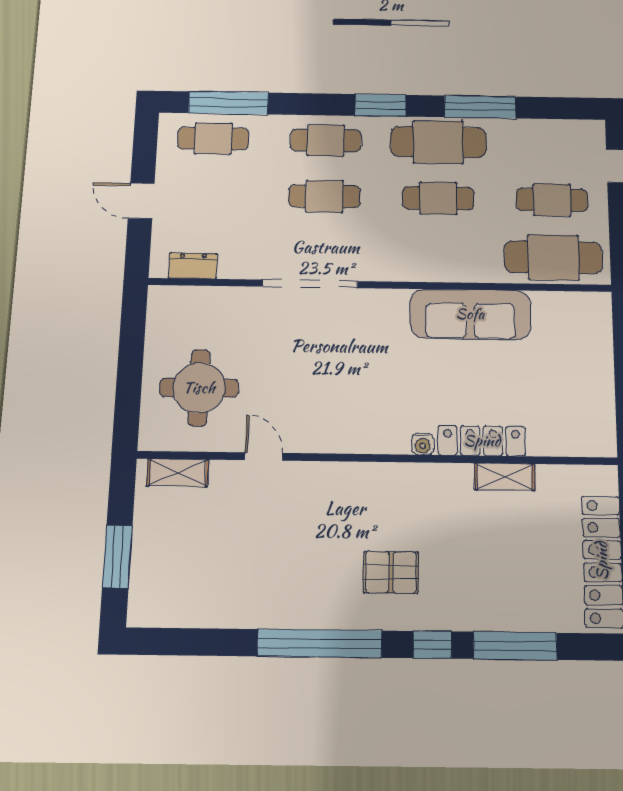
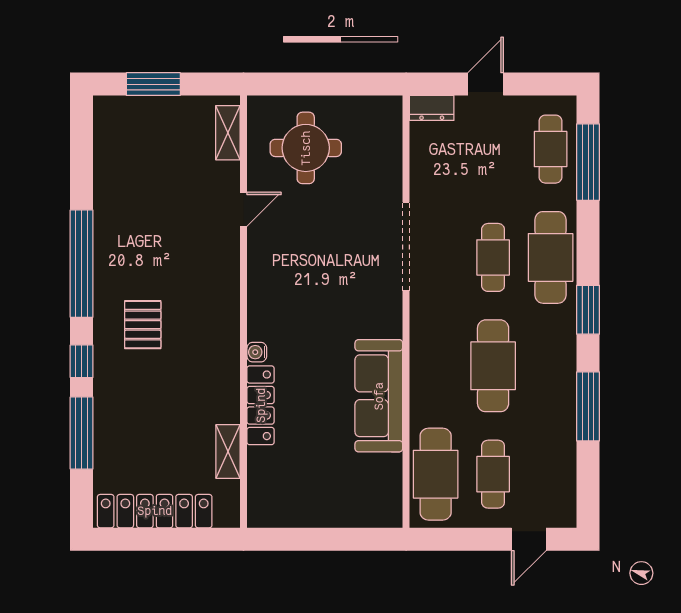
cafe table: (326, 140) -> (551, 257), width x1.37, depth x1.35
cafe table: (438, 142) -> (551, 366), removed
cafe table: (438, 198) -> (493, 366), width x1.37, depth x1.35
dresser: (193, 266) -> (432, 108), moved, turned 90
shelving: (505, 477) -> (228, 451), moved

